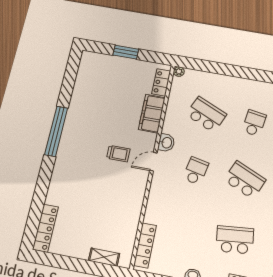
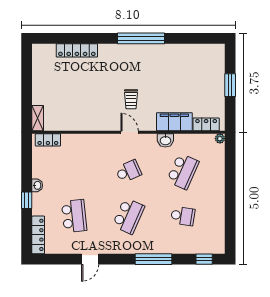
washbasin: (166, 143) -> (165, 140), moved
school desk: (196, 171) -> (128, 171), turned -36
locker: (46, 228) -> (77, 50), moved
locker: (145, 245) -> (48, 140), width x0.66
shelving: (104, 257) -> (38, 118), moved

